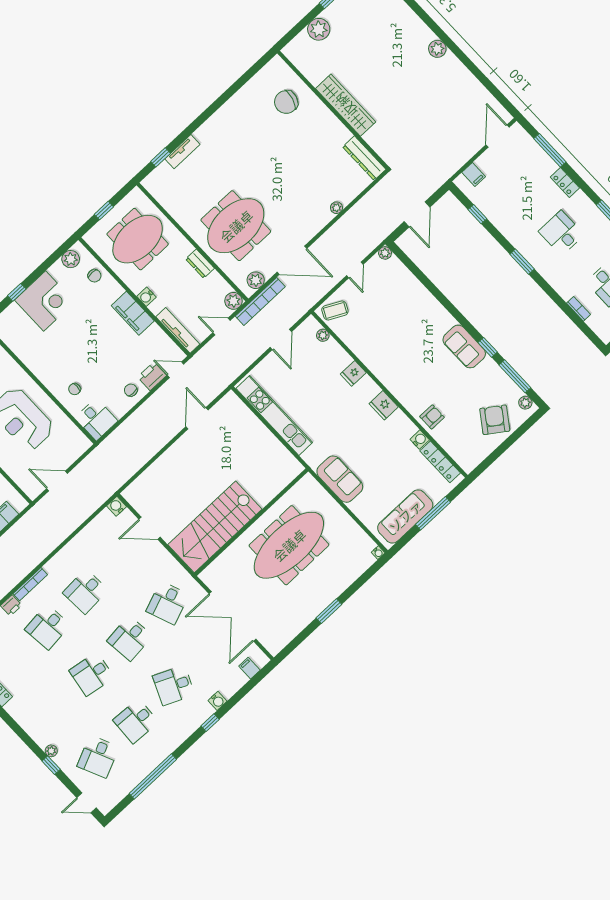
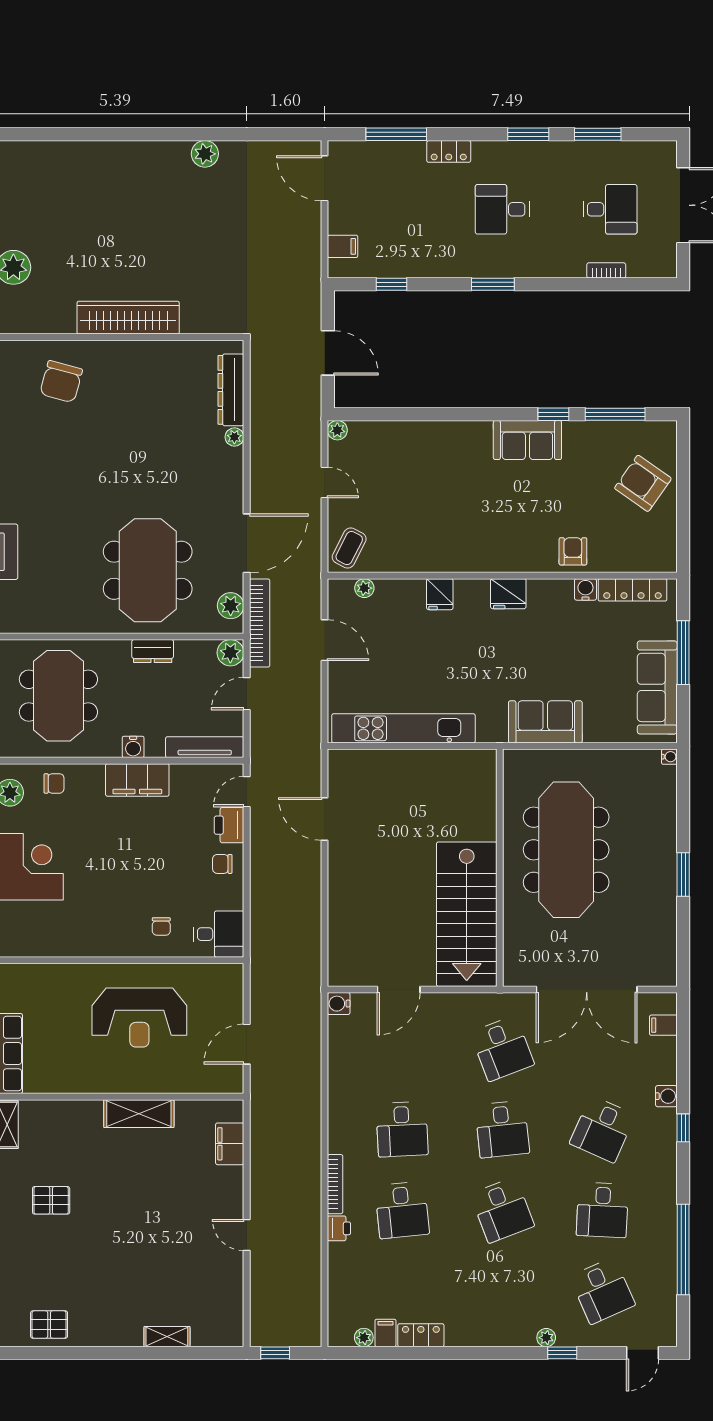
plant: (437, 49) -> (205, 154), moved
dresser: (364, 158) -> (231, 390), moved, turned 90
plant: (525, 403) -> (656, 430), removed
desk: (92, 674) -> (502, 1210), turned -30

